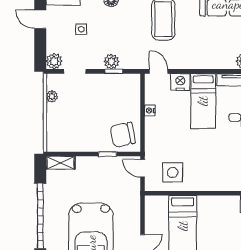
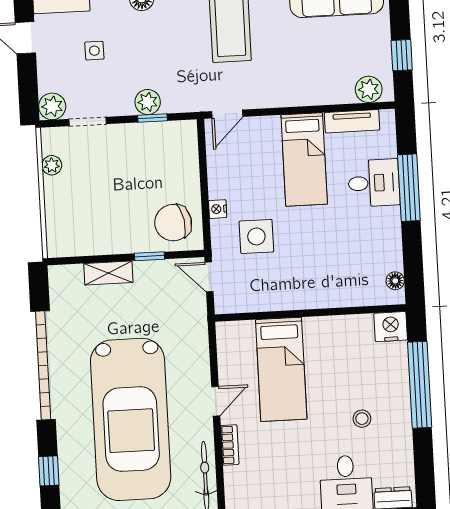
door: (159, 71) -> (227, 114), swing flipped
nightstand: (180, 82) -> (264, 130), removed
nightstand: (150, 110) -> (218, 209), moved
shelving: (61, 163) -> (108, 273), moved
side table: (173, 172) -> (256, 236), moved

